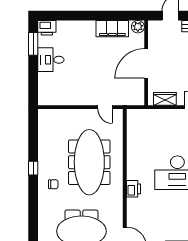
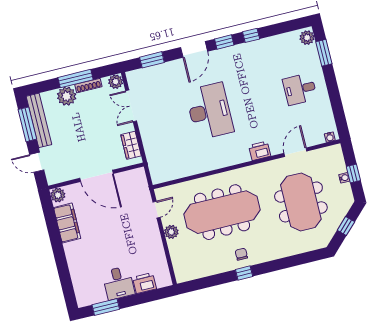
printer: (47, 28) -> (144, 283), moved, turned -90
plant: (83, 115) -> (171, 232), added
chair: (53, 184) -> (241, 254), moved
printer: (133, 189) -> (260, 151), moved

